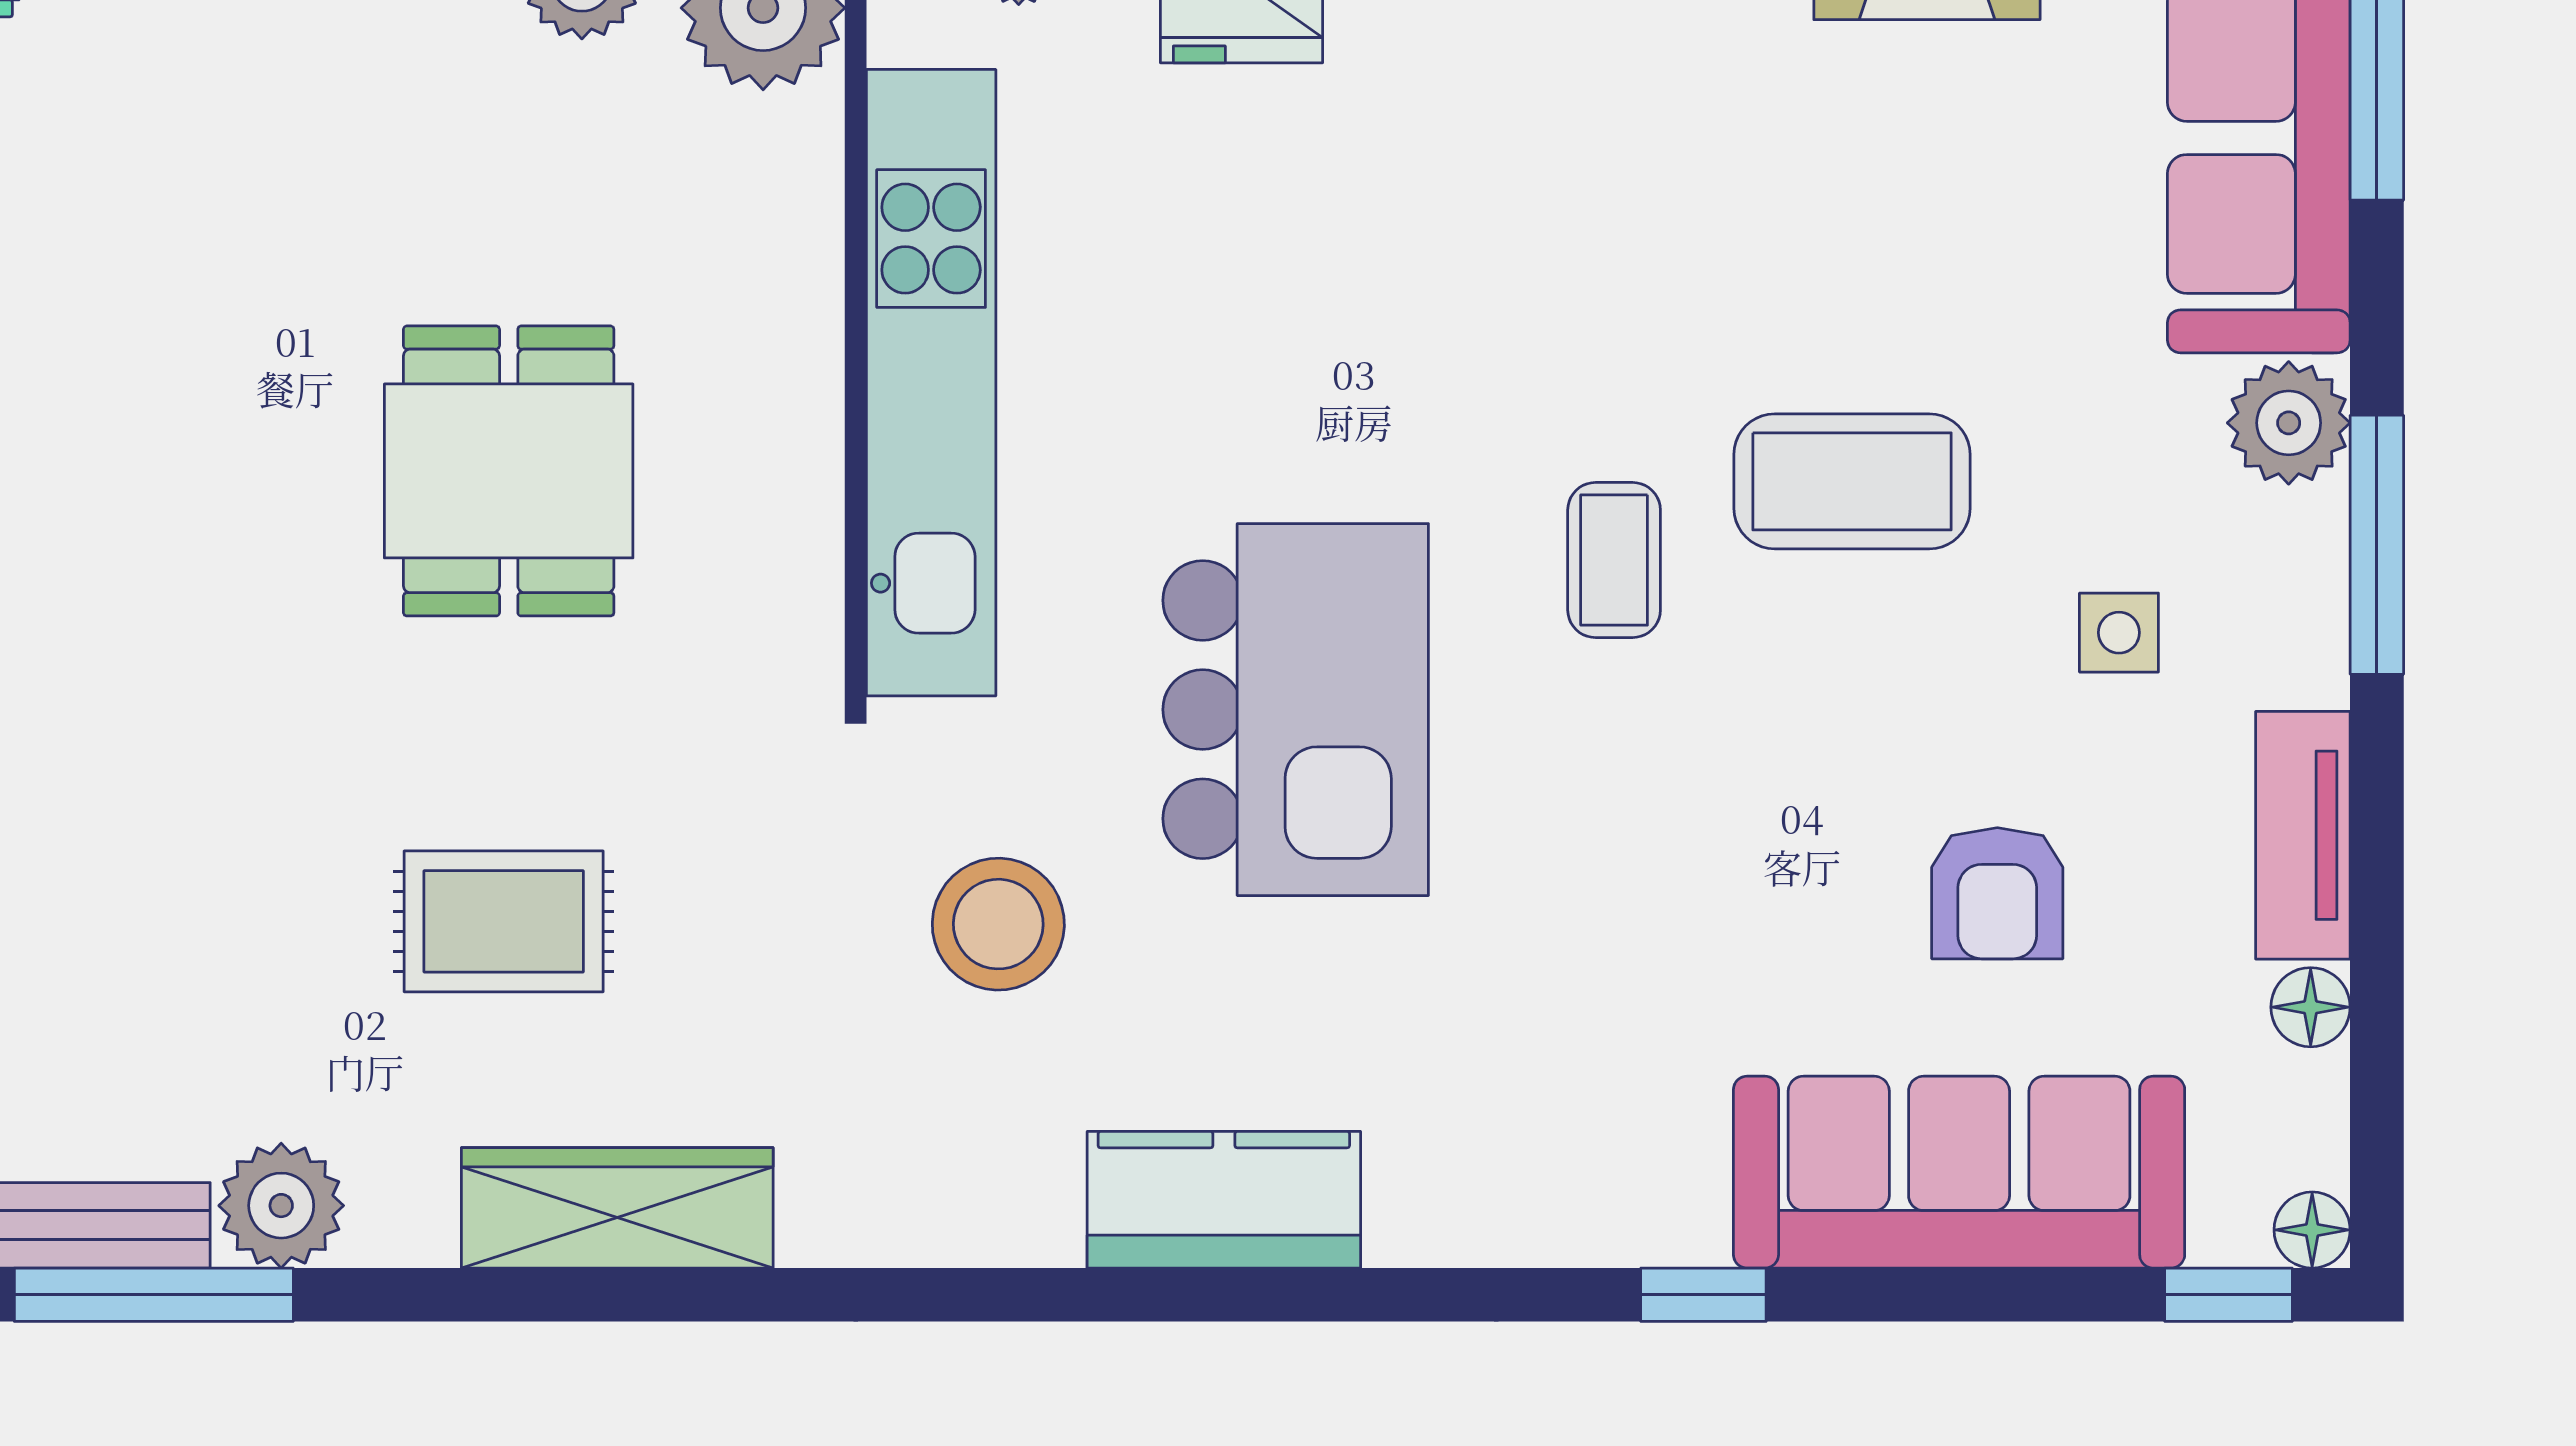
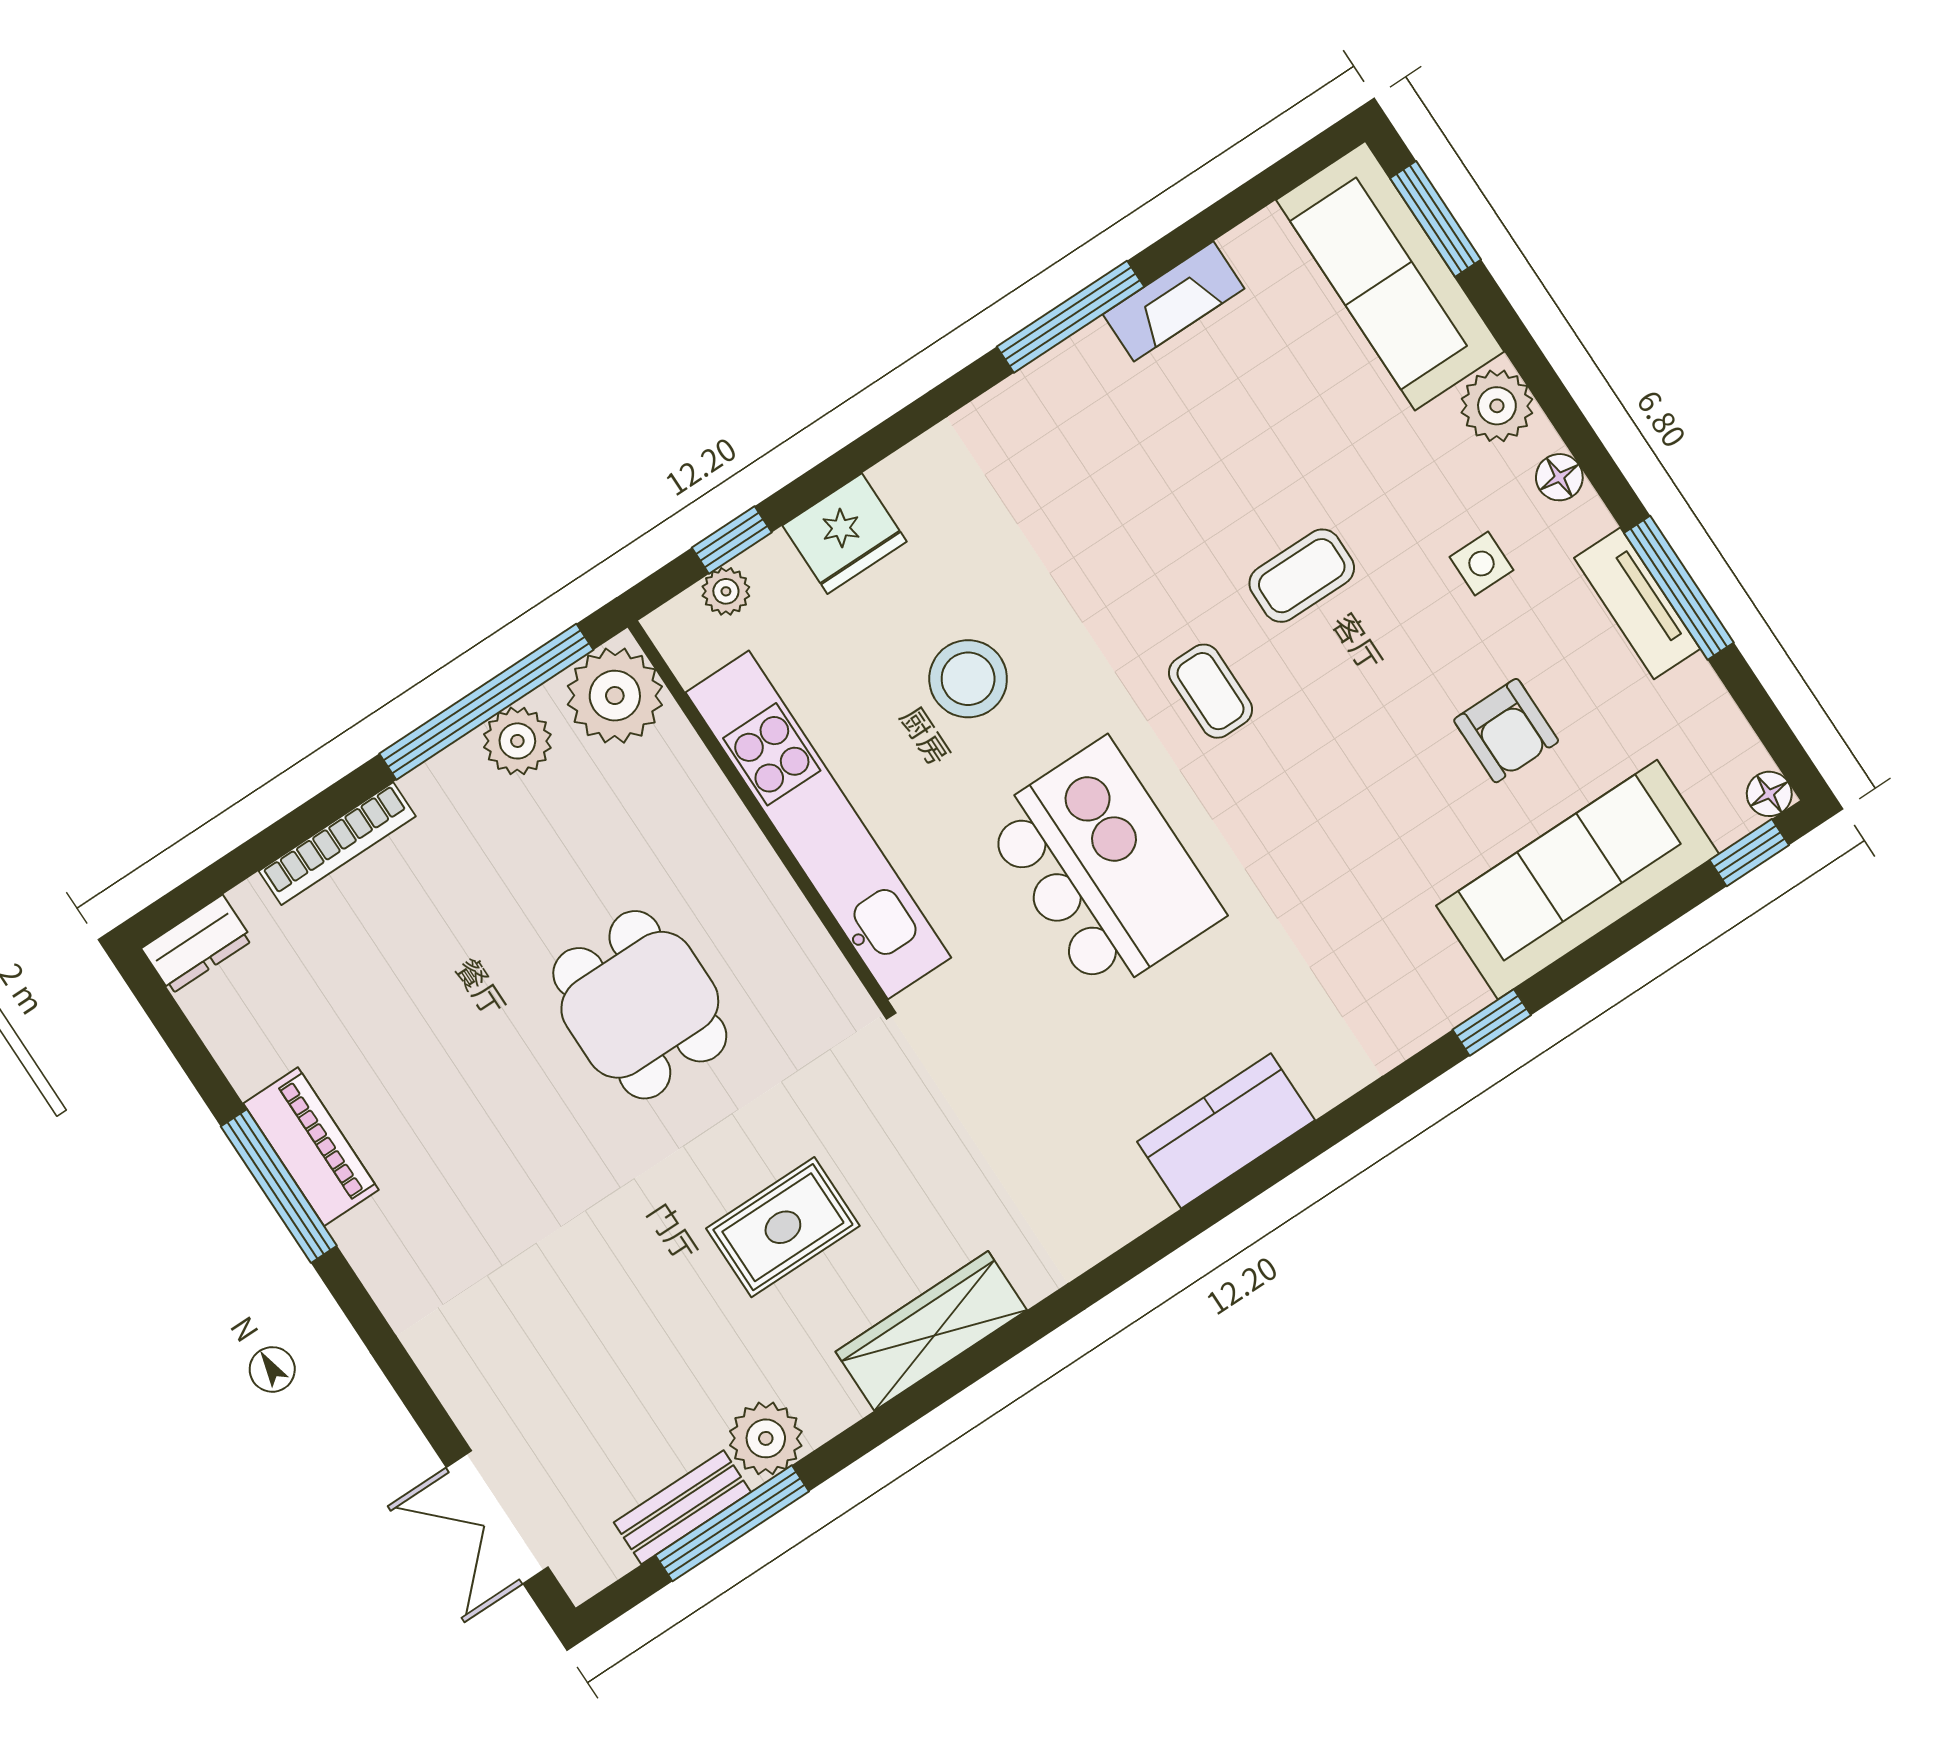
coffee table: (1852, 481) -> (1302, 576), width x0.73, depth x0.77
window: (2377, 545) -> (1679, 588), moved
stool: (998, 924) -> (968, 679), moved
floor lamp: (2311, 1007) -> (1559, 477), moved

